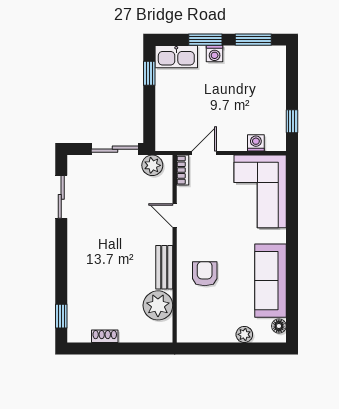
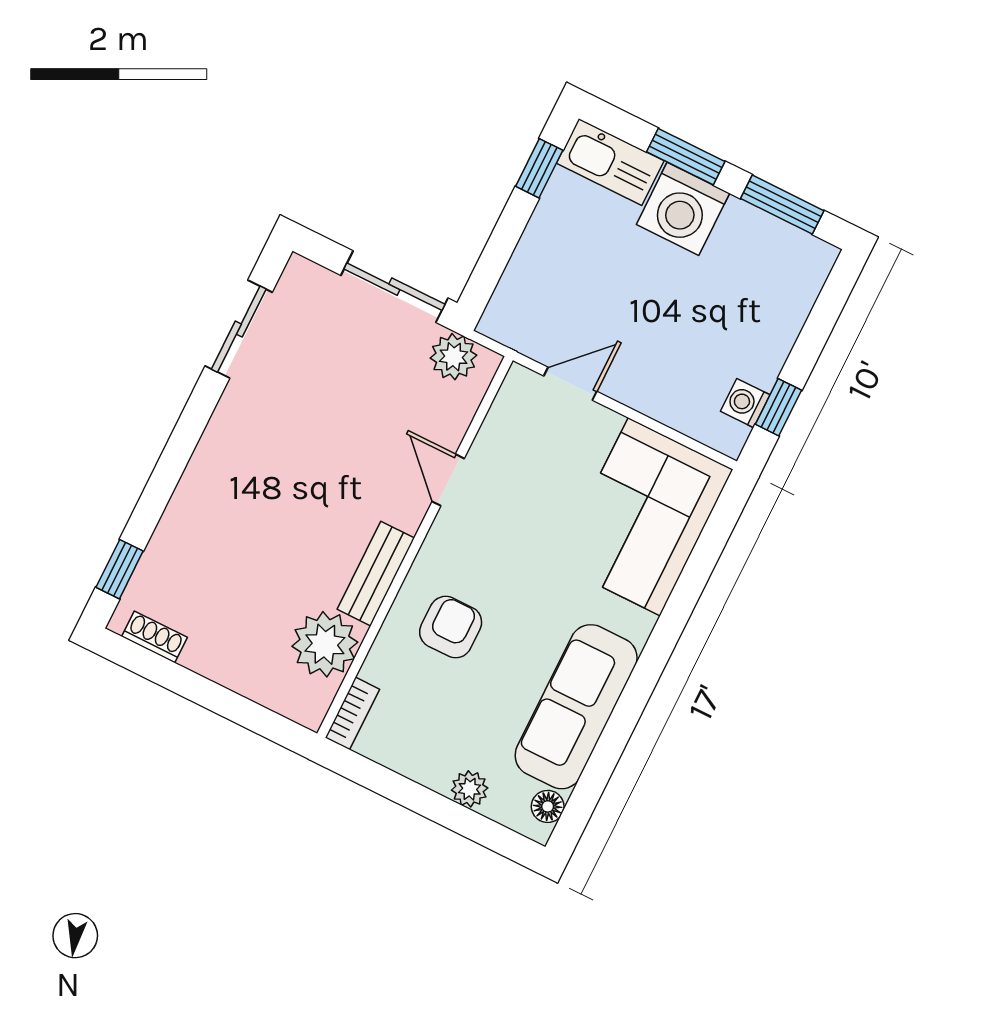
washing machine: (215, 54) -> (683, 209), width x1.89, depth x1.89
washing machine: (256, 143) -> (745, 403), moved, turned -90
bookcase: (183, 170) -> (352, 713), moved
shoe rack: (105, 336) -> (154, 637), moved

